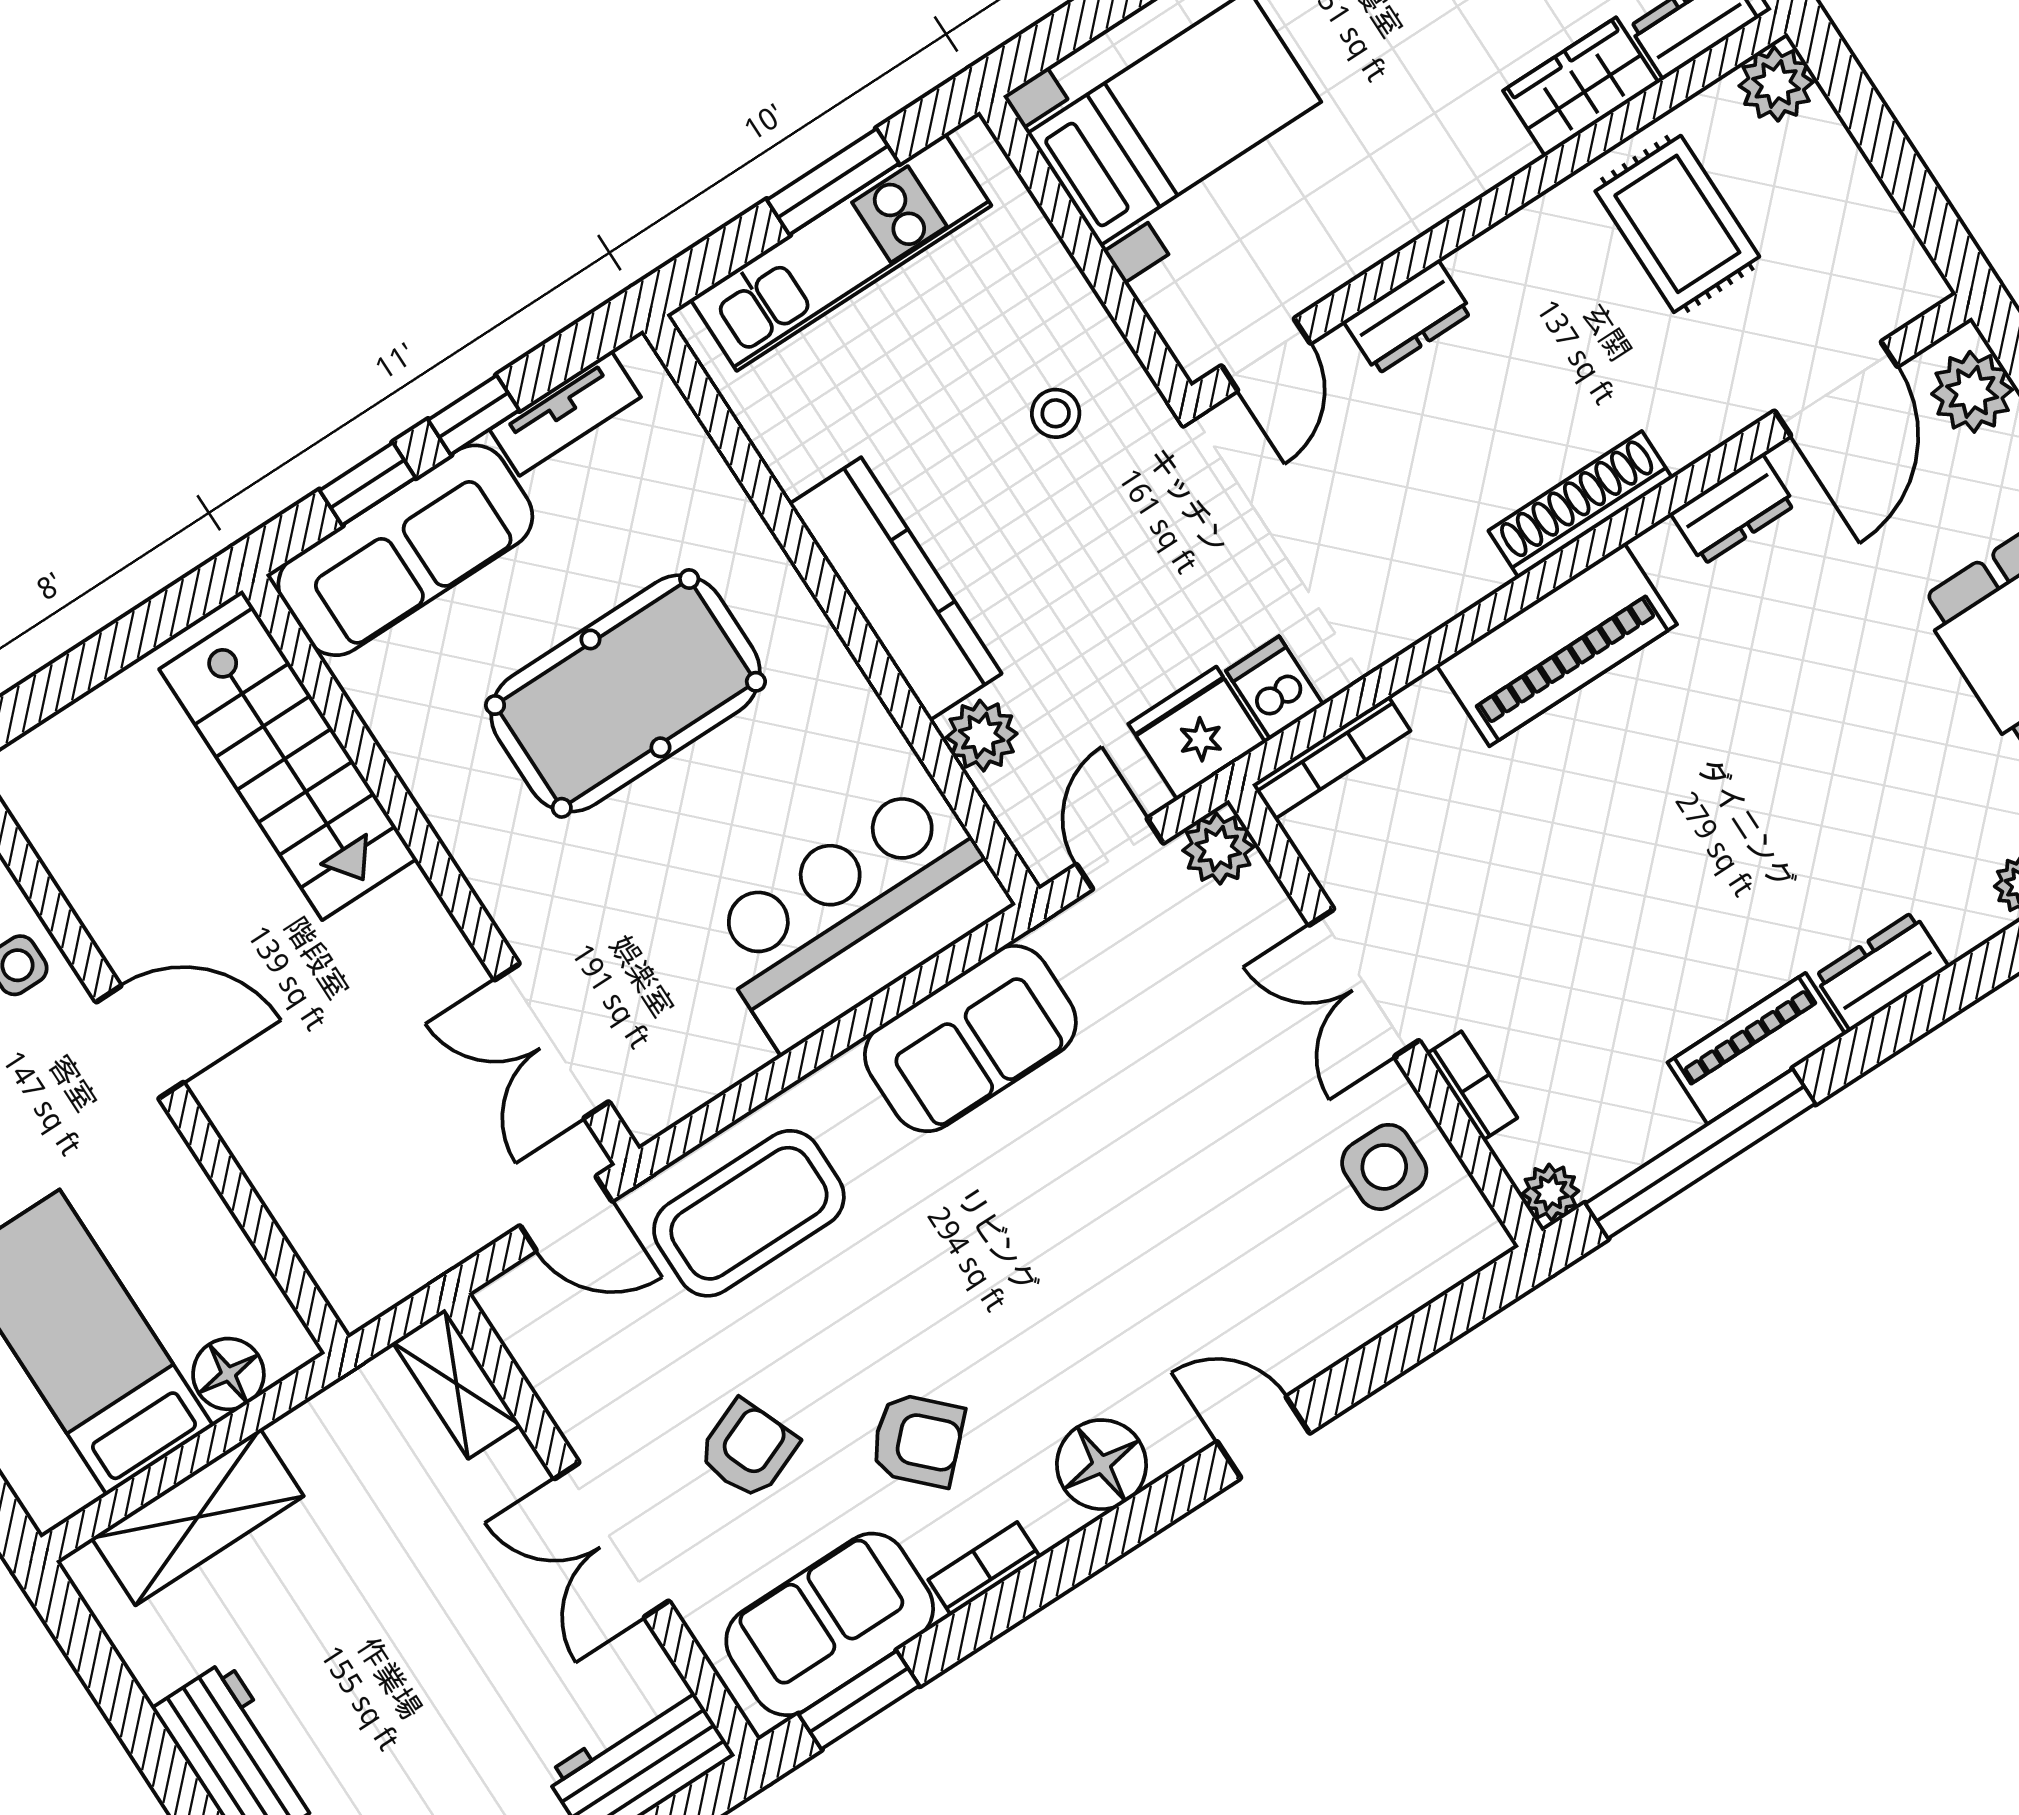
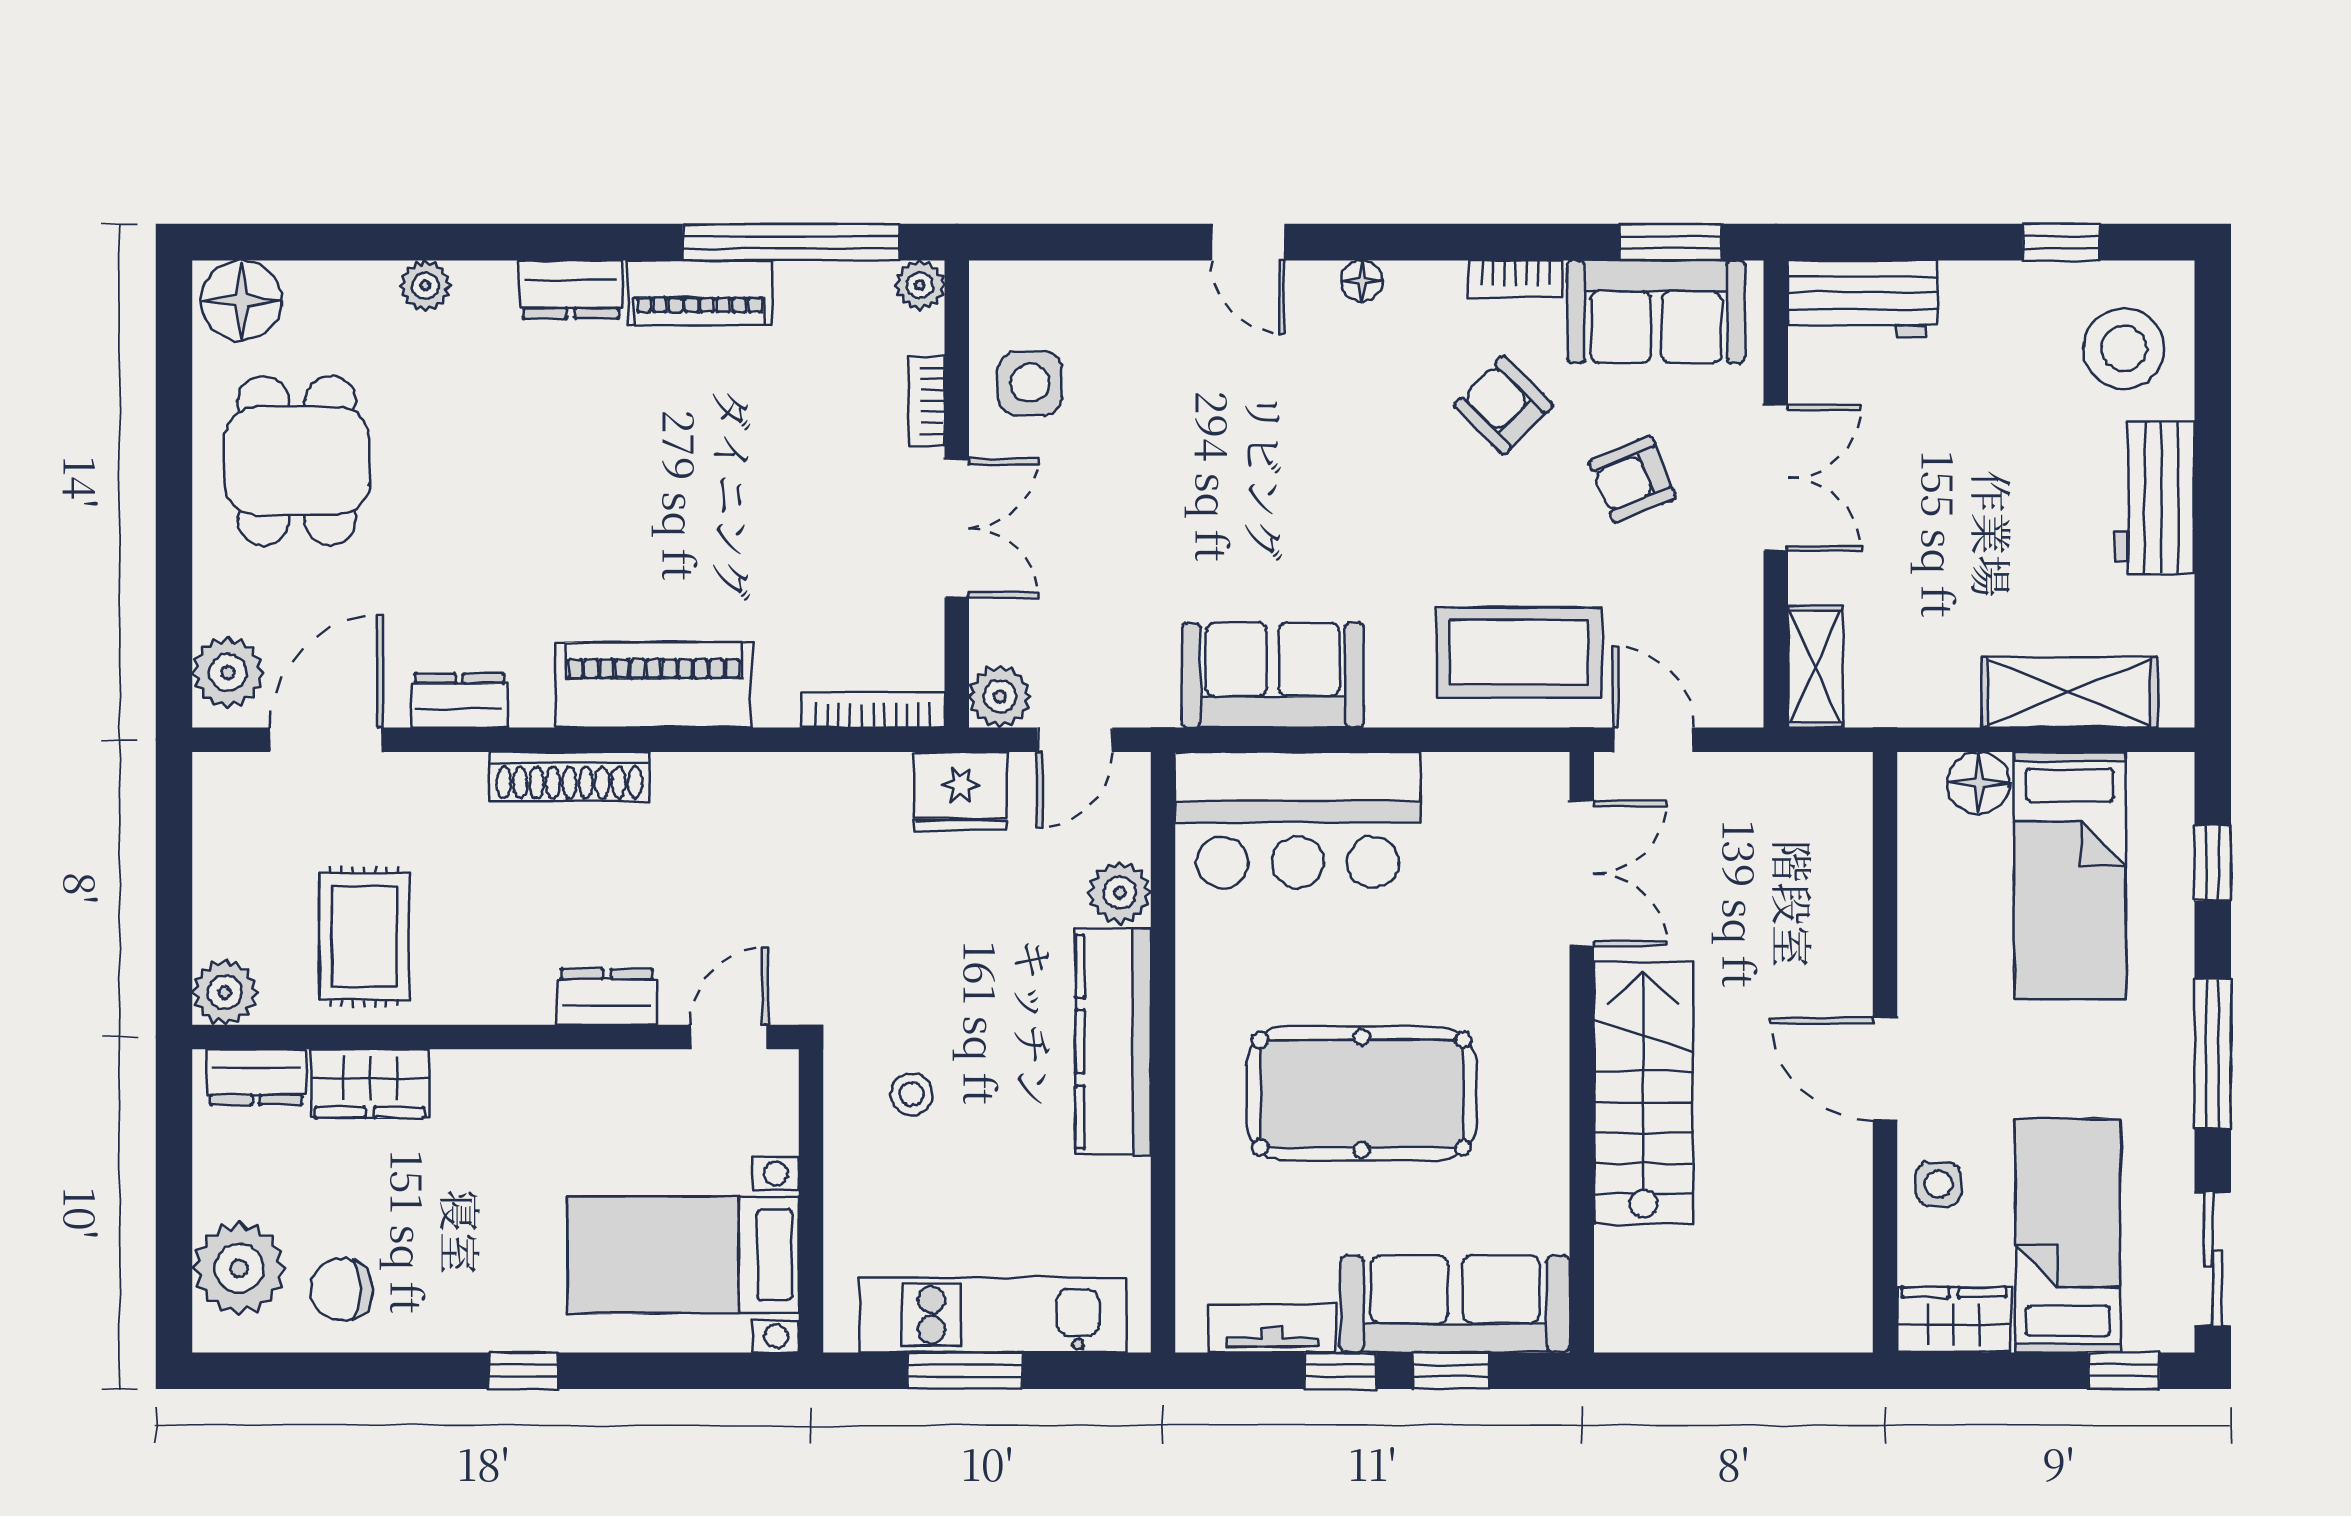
dishwasher: (1275, 688) -> (882, 788), removed
stairs: (288, 764) -> (1643, 1093), moved
floor lamp: (1101, 1465) -> (1361, 281), width x0.53, depth x0.53

